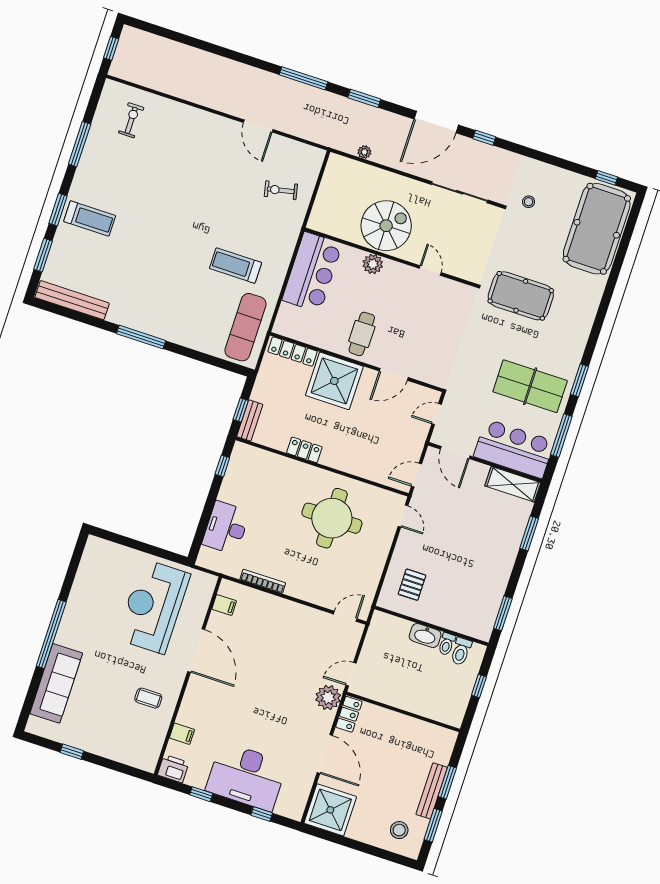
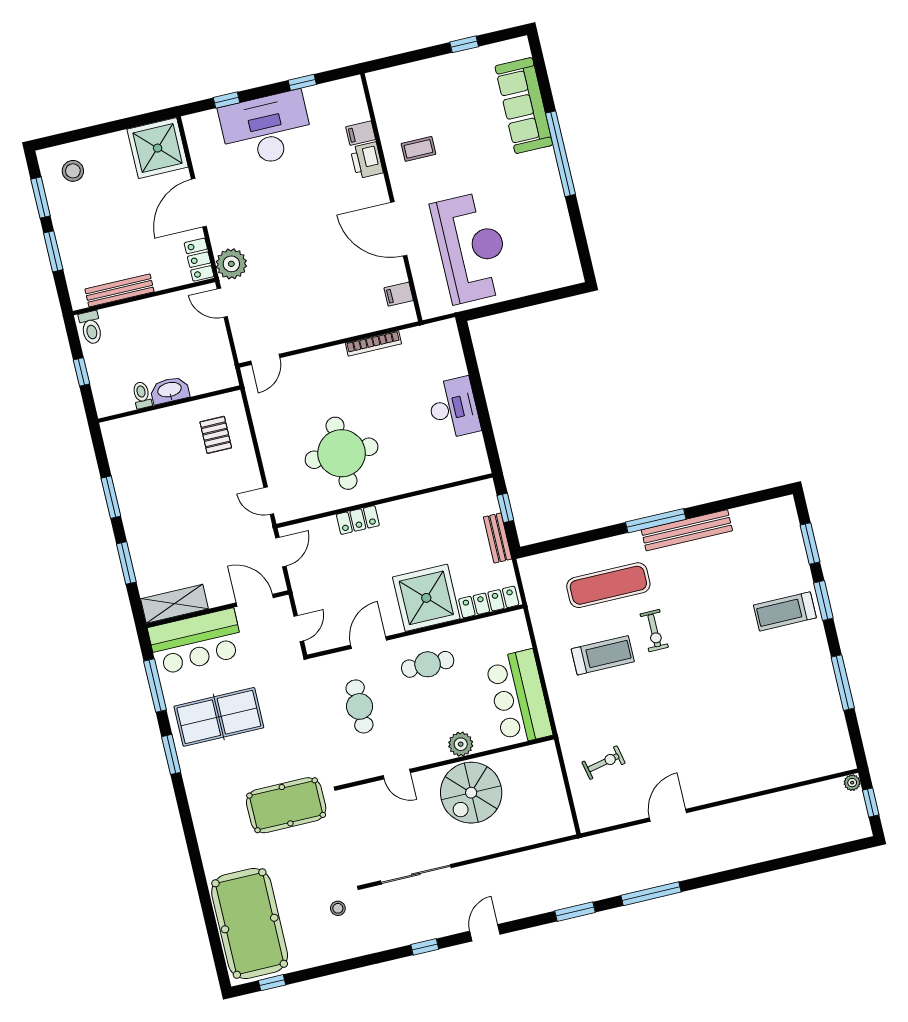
exercise bike: (131, 120) -> (654, 631), moved
door: (436, 122) -> (485, 933), width x0.53
door: (258, 126) -> (668, 815), hinge flipped
plant: (364, 152) -> (852, 783), moved
bench: (72, 300) -> (687, 530), moved
exercise mat: (246, 327) -> (608, 585), moved, turned 90
cafe table: (362, 334) -> (428, 664), turned 90
cafe table: (427, 334) -> (360, 706), added
bench: (250, 420) -> (498, 538), moved
locker: (304, 450) -> (358, 520), moved
window: (222, 466) -> (489, 438), removed
desk: (226, 528) -> (453, 408), moved
window: (503, 613) -> (111, 497), moved
toilet: (461, 651) -> (91, 328), moved, turned 180
door: (351, 674) -> (222, 303), swing flipped
door: (325, 754) -> (199, 203), hinge flipped
printer: (173, 769) -> (367, 160), moved, turned 90
bench: (432, 791) -> (119, 290), moved, turned 90

